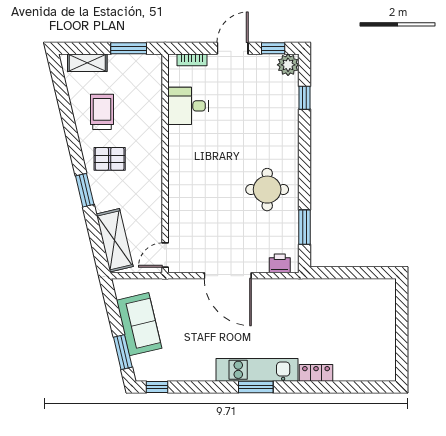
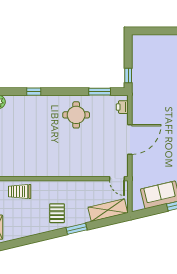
window: (305, 98) -> (34, 92), moved
desk: (188, 106) -> (24, 164), removed
trolley: (102, 112) -> (20, 192), moved
window: (330, 273) -> (128, 76), added

